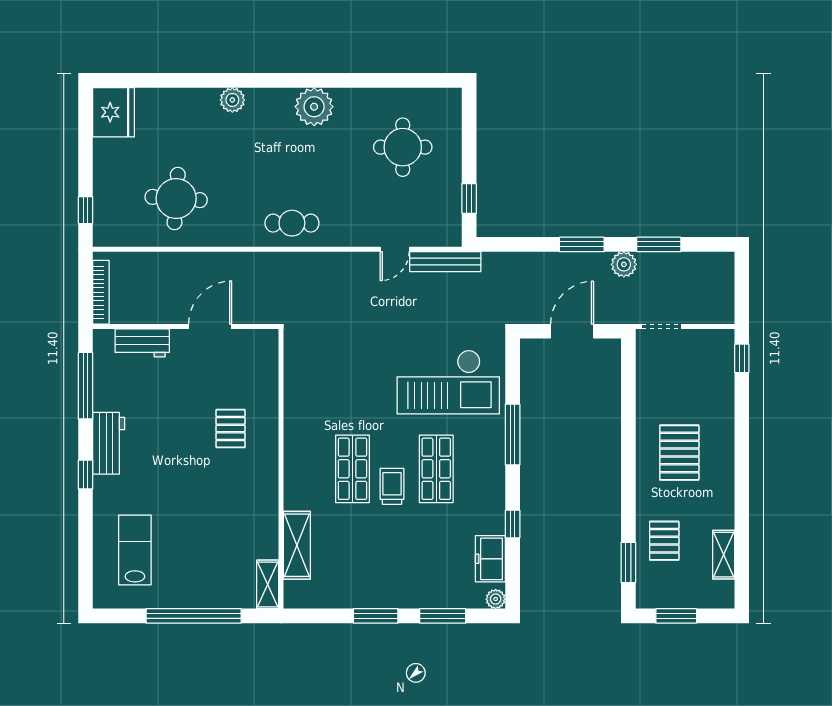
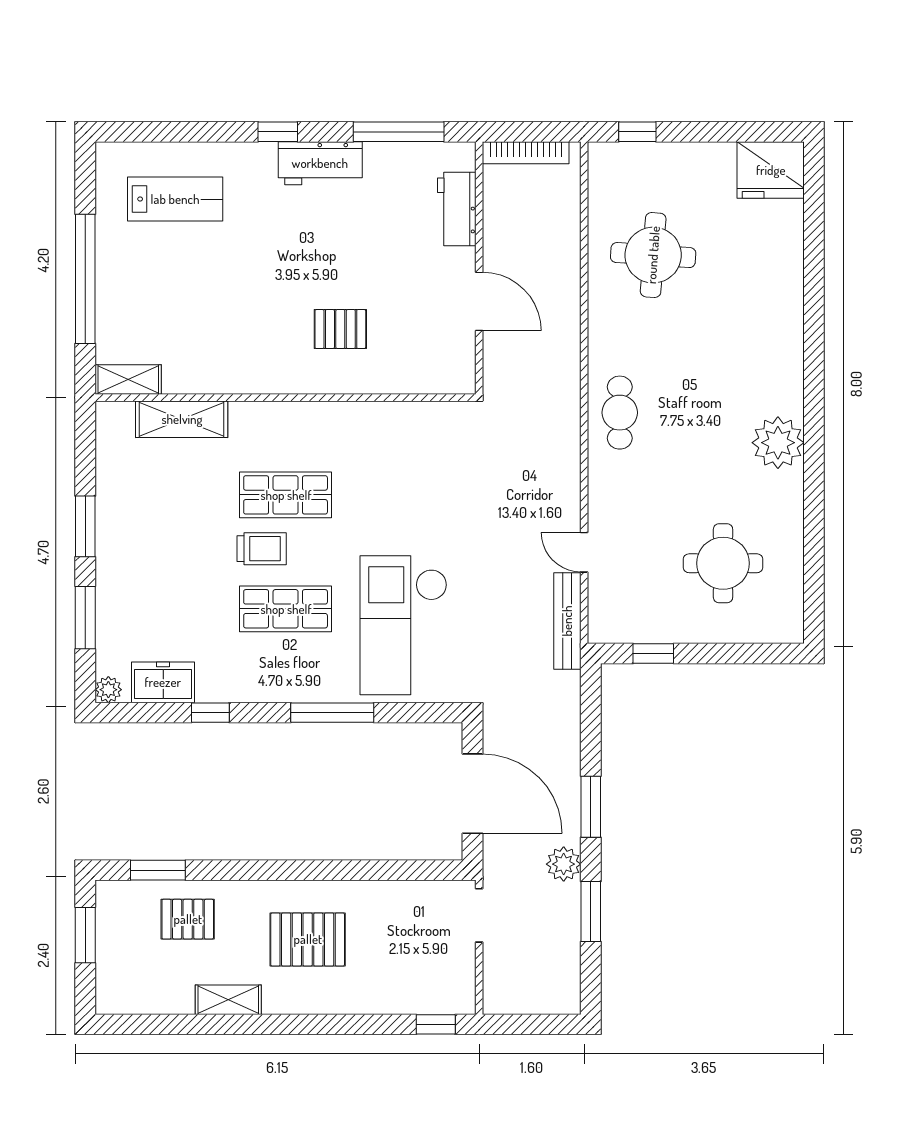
plant: (232, 100) -> (787, 332), removed
door: (572, 331) -> (473, 794), width x1.36
shelving: (724, 555) -> (228, 1000), moved

